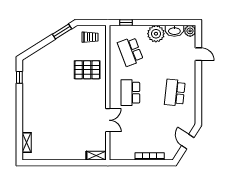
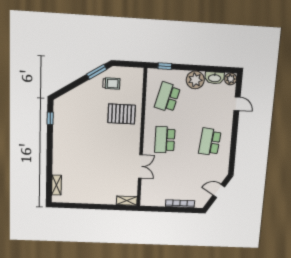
trolley: (90, 37) -> (111, 84), moved
school desk: (130, 51) -> (167, 97), turned 36
door: (188, 142) -> (219, 191), hinge flipped

